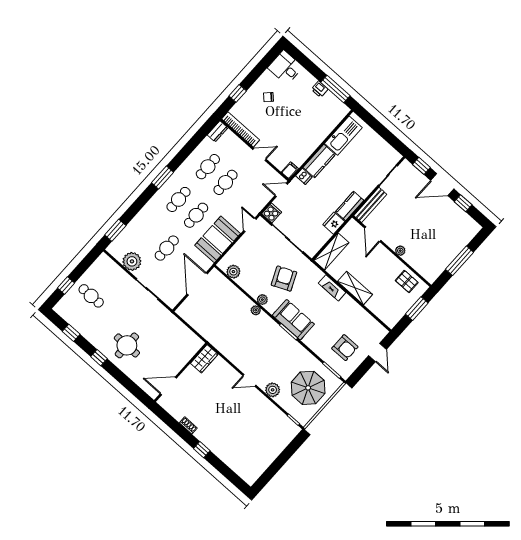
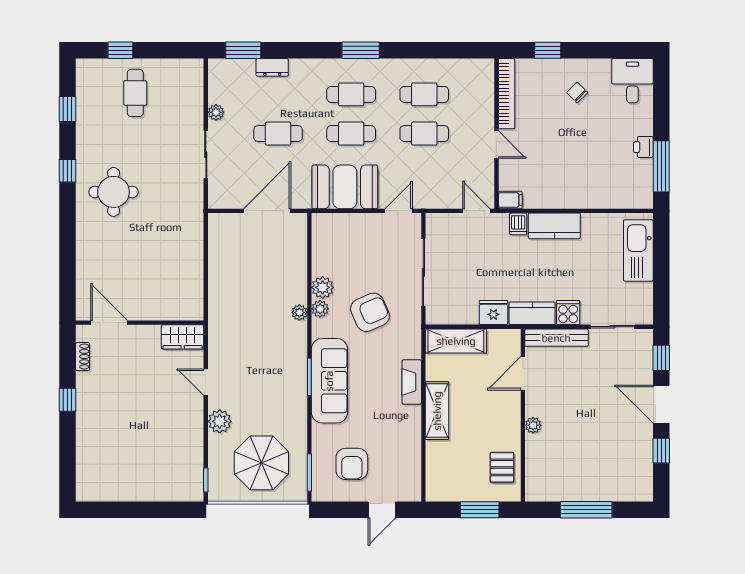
dresser: (218, 131) -> (272, 67), moved
kitchen sink: (343, 136) -> (638, 250), moved, turned 90
cooker: (272, 213) -> (568, 313), moved, turned -90
plant: (132, 261) -> (216, 112), width x0.53, depth x0.53
plant: (233, 272) -> (323, 287), moved
sofa: (293, 320) -> (329, 381), width x1.36
wardrobe: (204, 359) -> (183, 337), moved
wall: (181, 372) -> (140, 323), moved
door: (168, 386) -> (109, 323), moved

